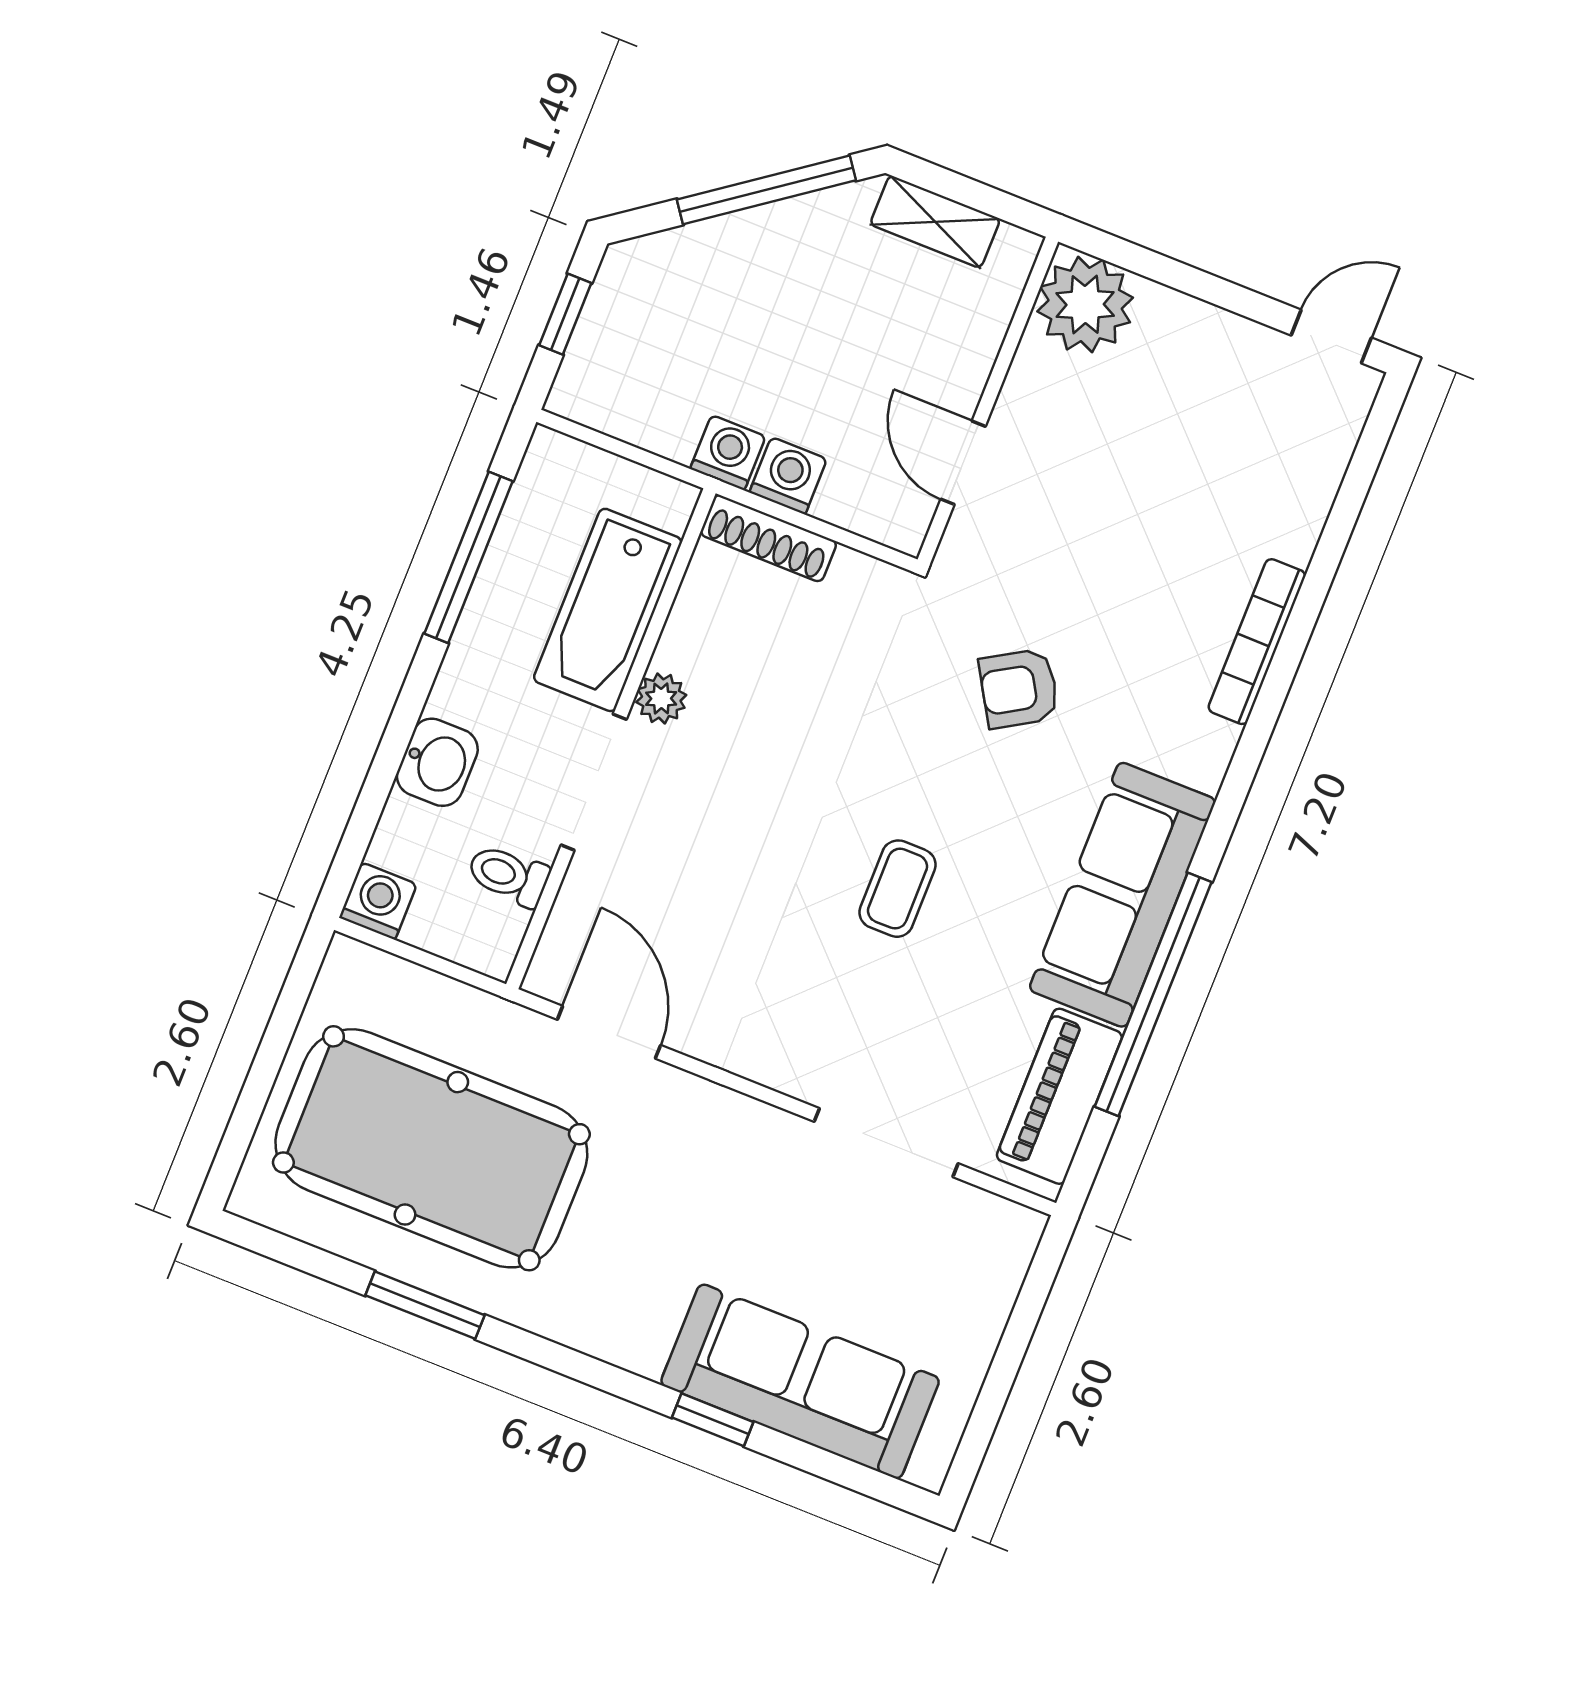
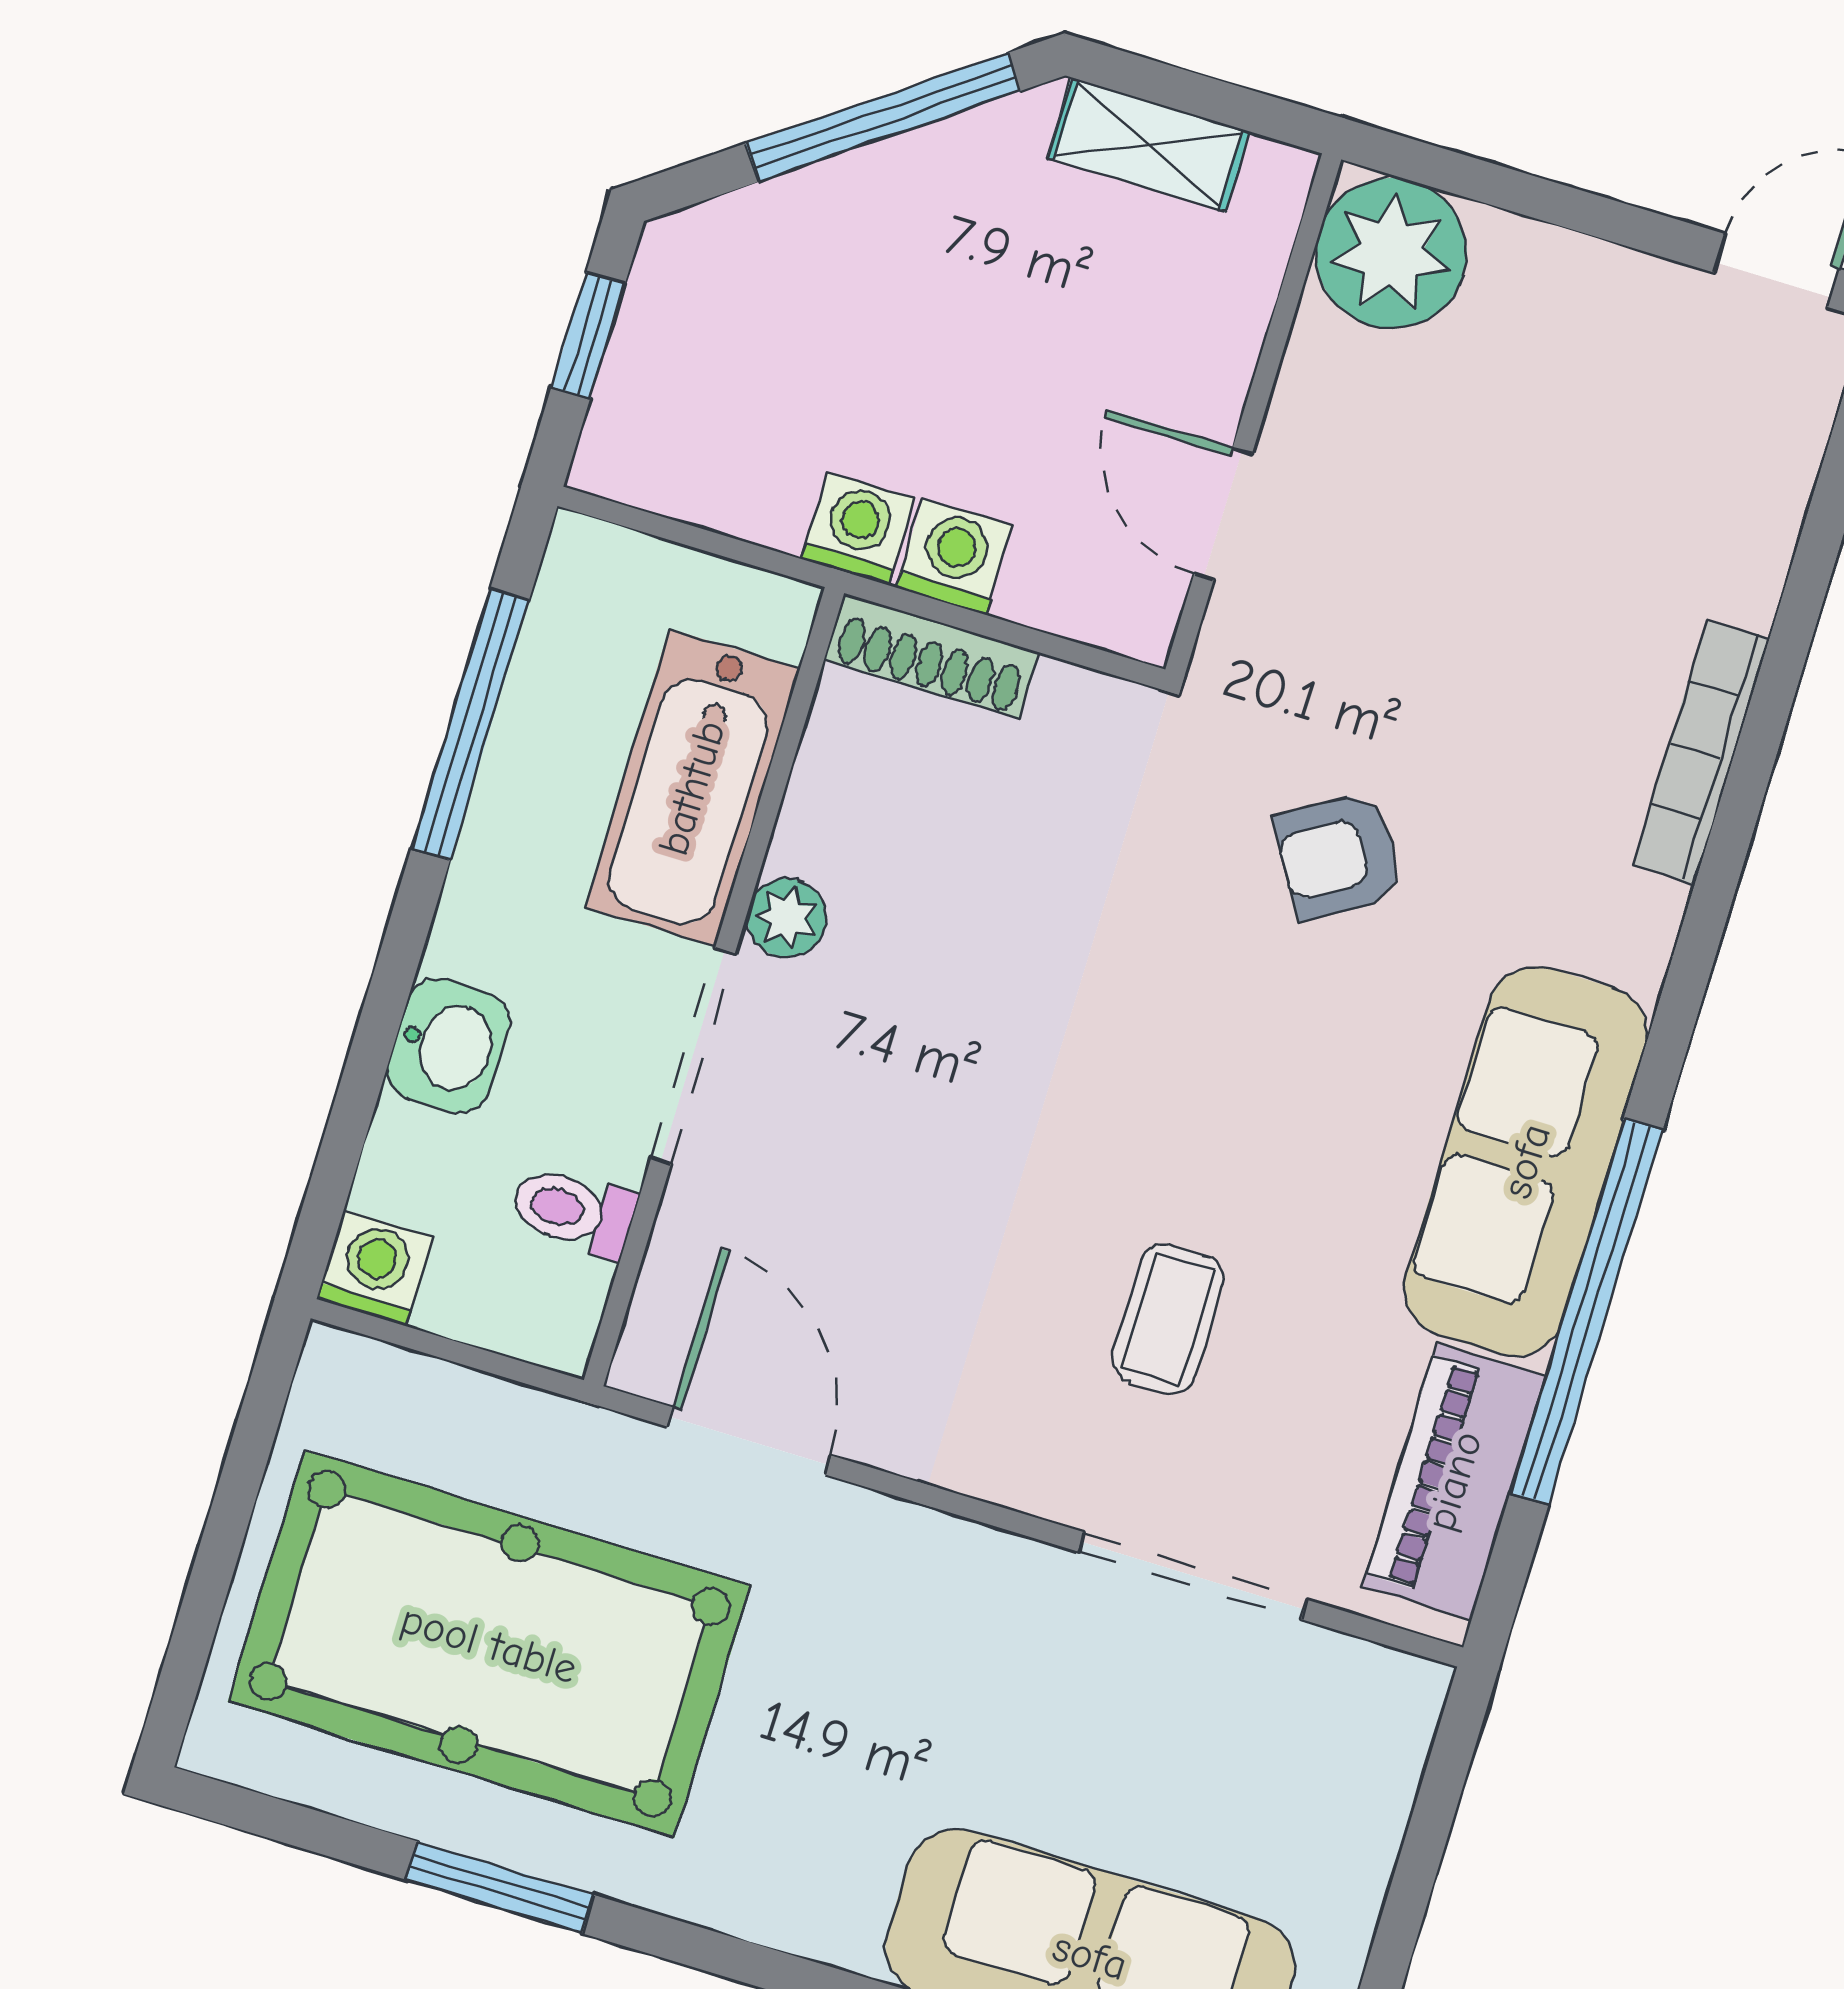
coffee table: (897, 889) -> (1168, 1319), moved

